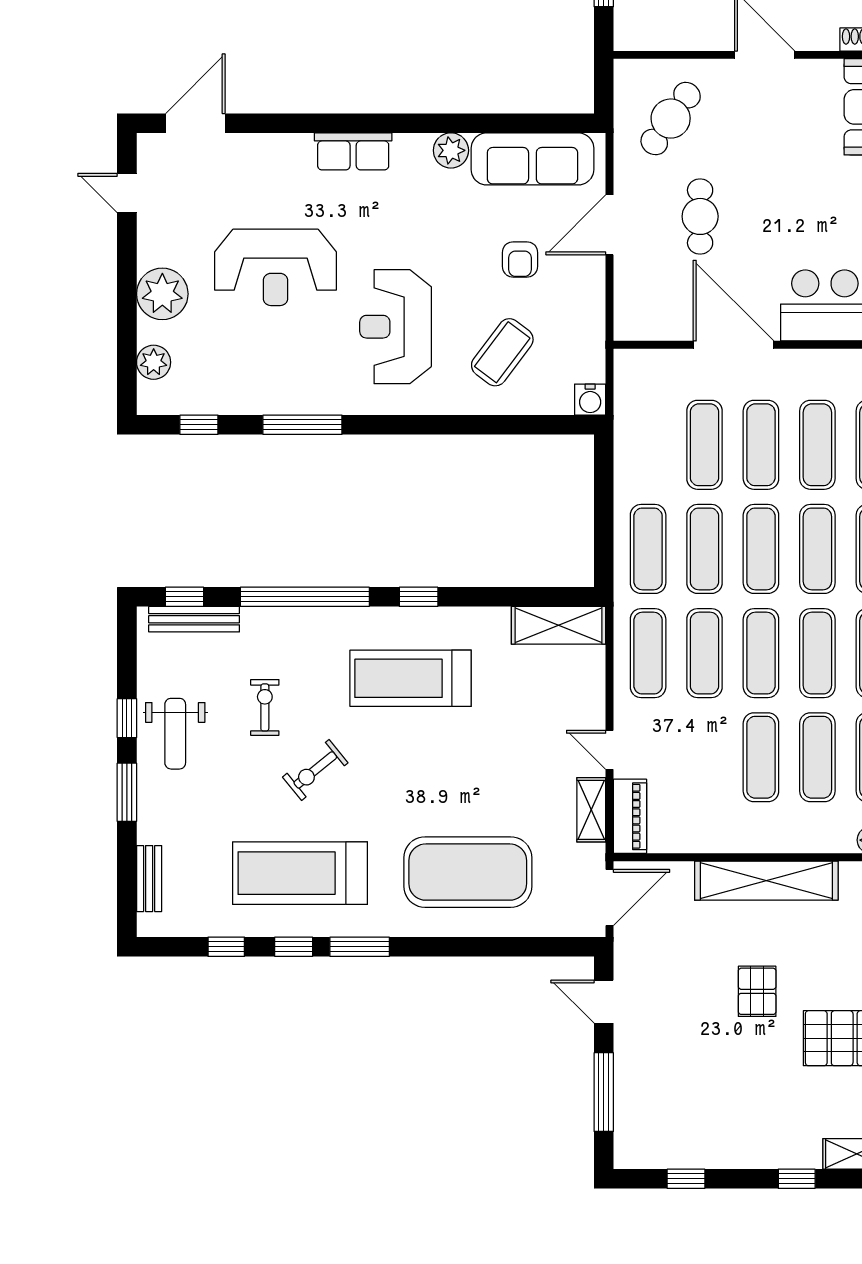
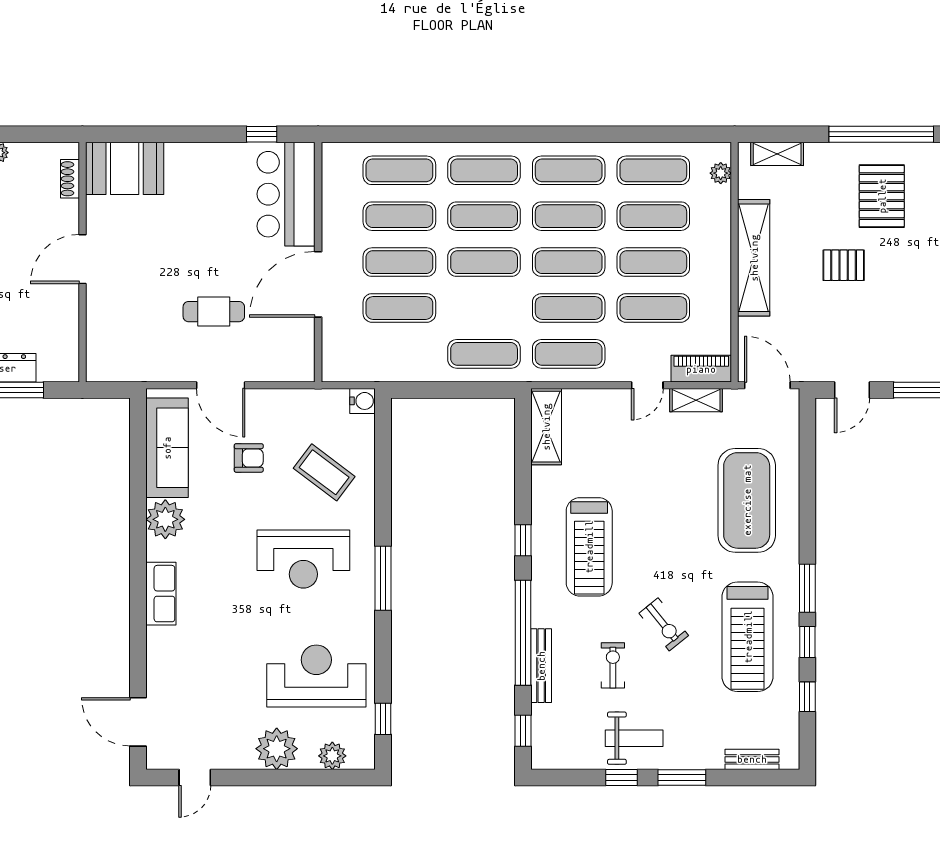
cafe table: (671, 119) -> (134, 336), removed
plant: (451, 150) -> (165, 519), width x1.36, depth x1.36
reception desk: (275, 267) -> (316, 676), moved, turned -90
window: (302, 425) -> (383, 578), moved
exercise mat: (704, 549) -> (653, 308), moved
bench: (194, 619) -> (541, 666), moved
exercise bike: (265, 707) -> (613, 665), turned 90

